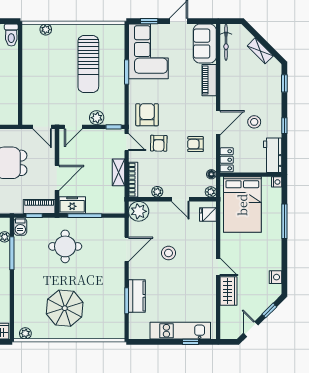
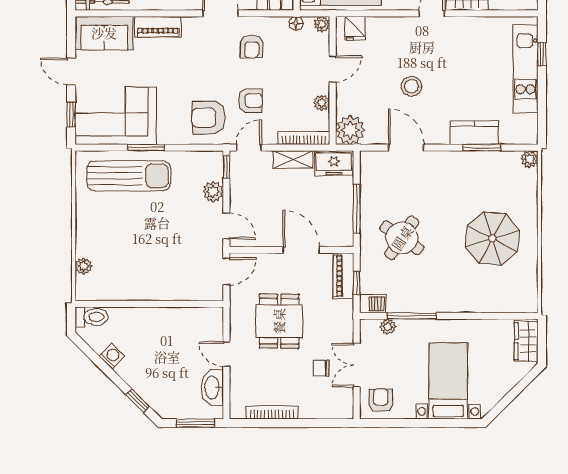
sun lounger: (88, 64) -> (129, 176), moved
freezer: (72, 205) -> (334, 163), moved, turned -90
round table: (65, 246) -> (402, 238), turned 34
plant: (25, 333) -> (529, 159), moved

